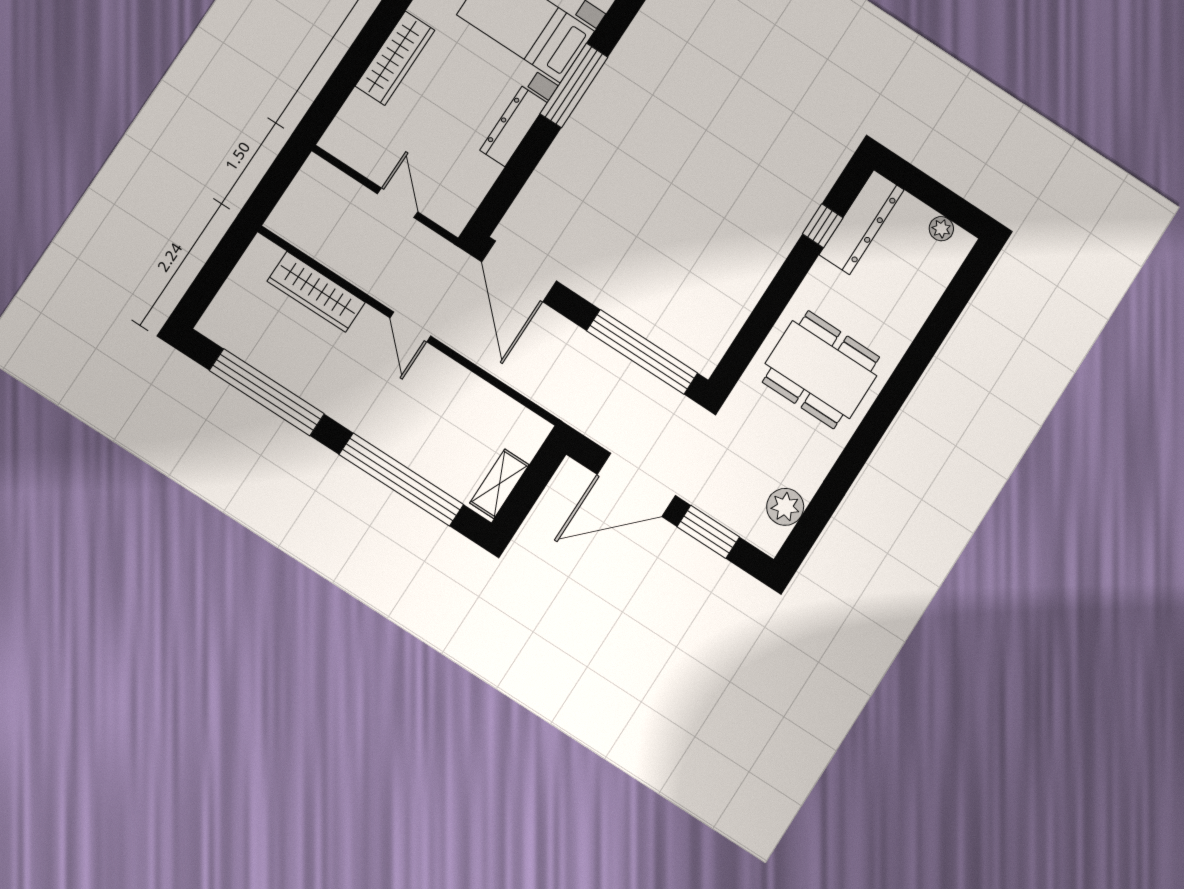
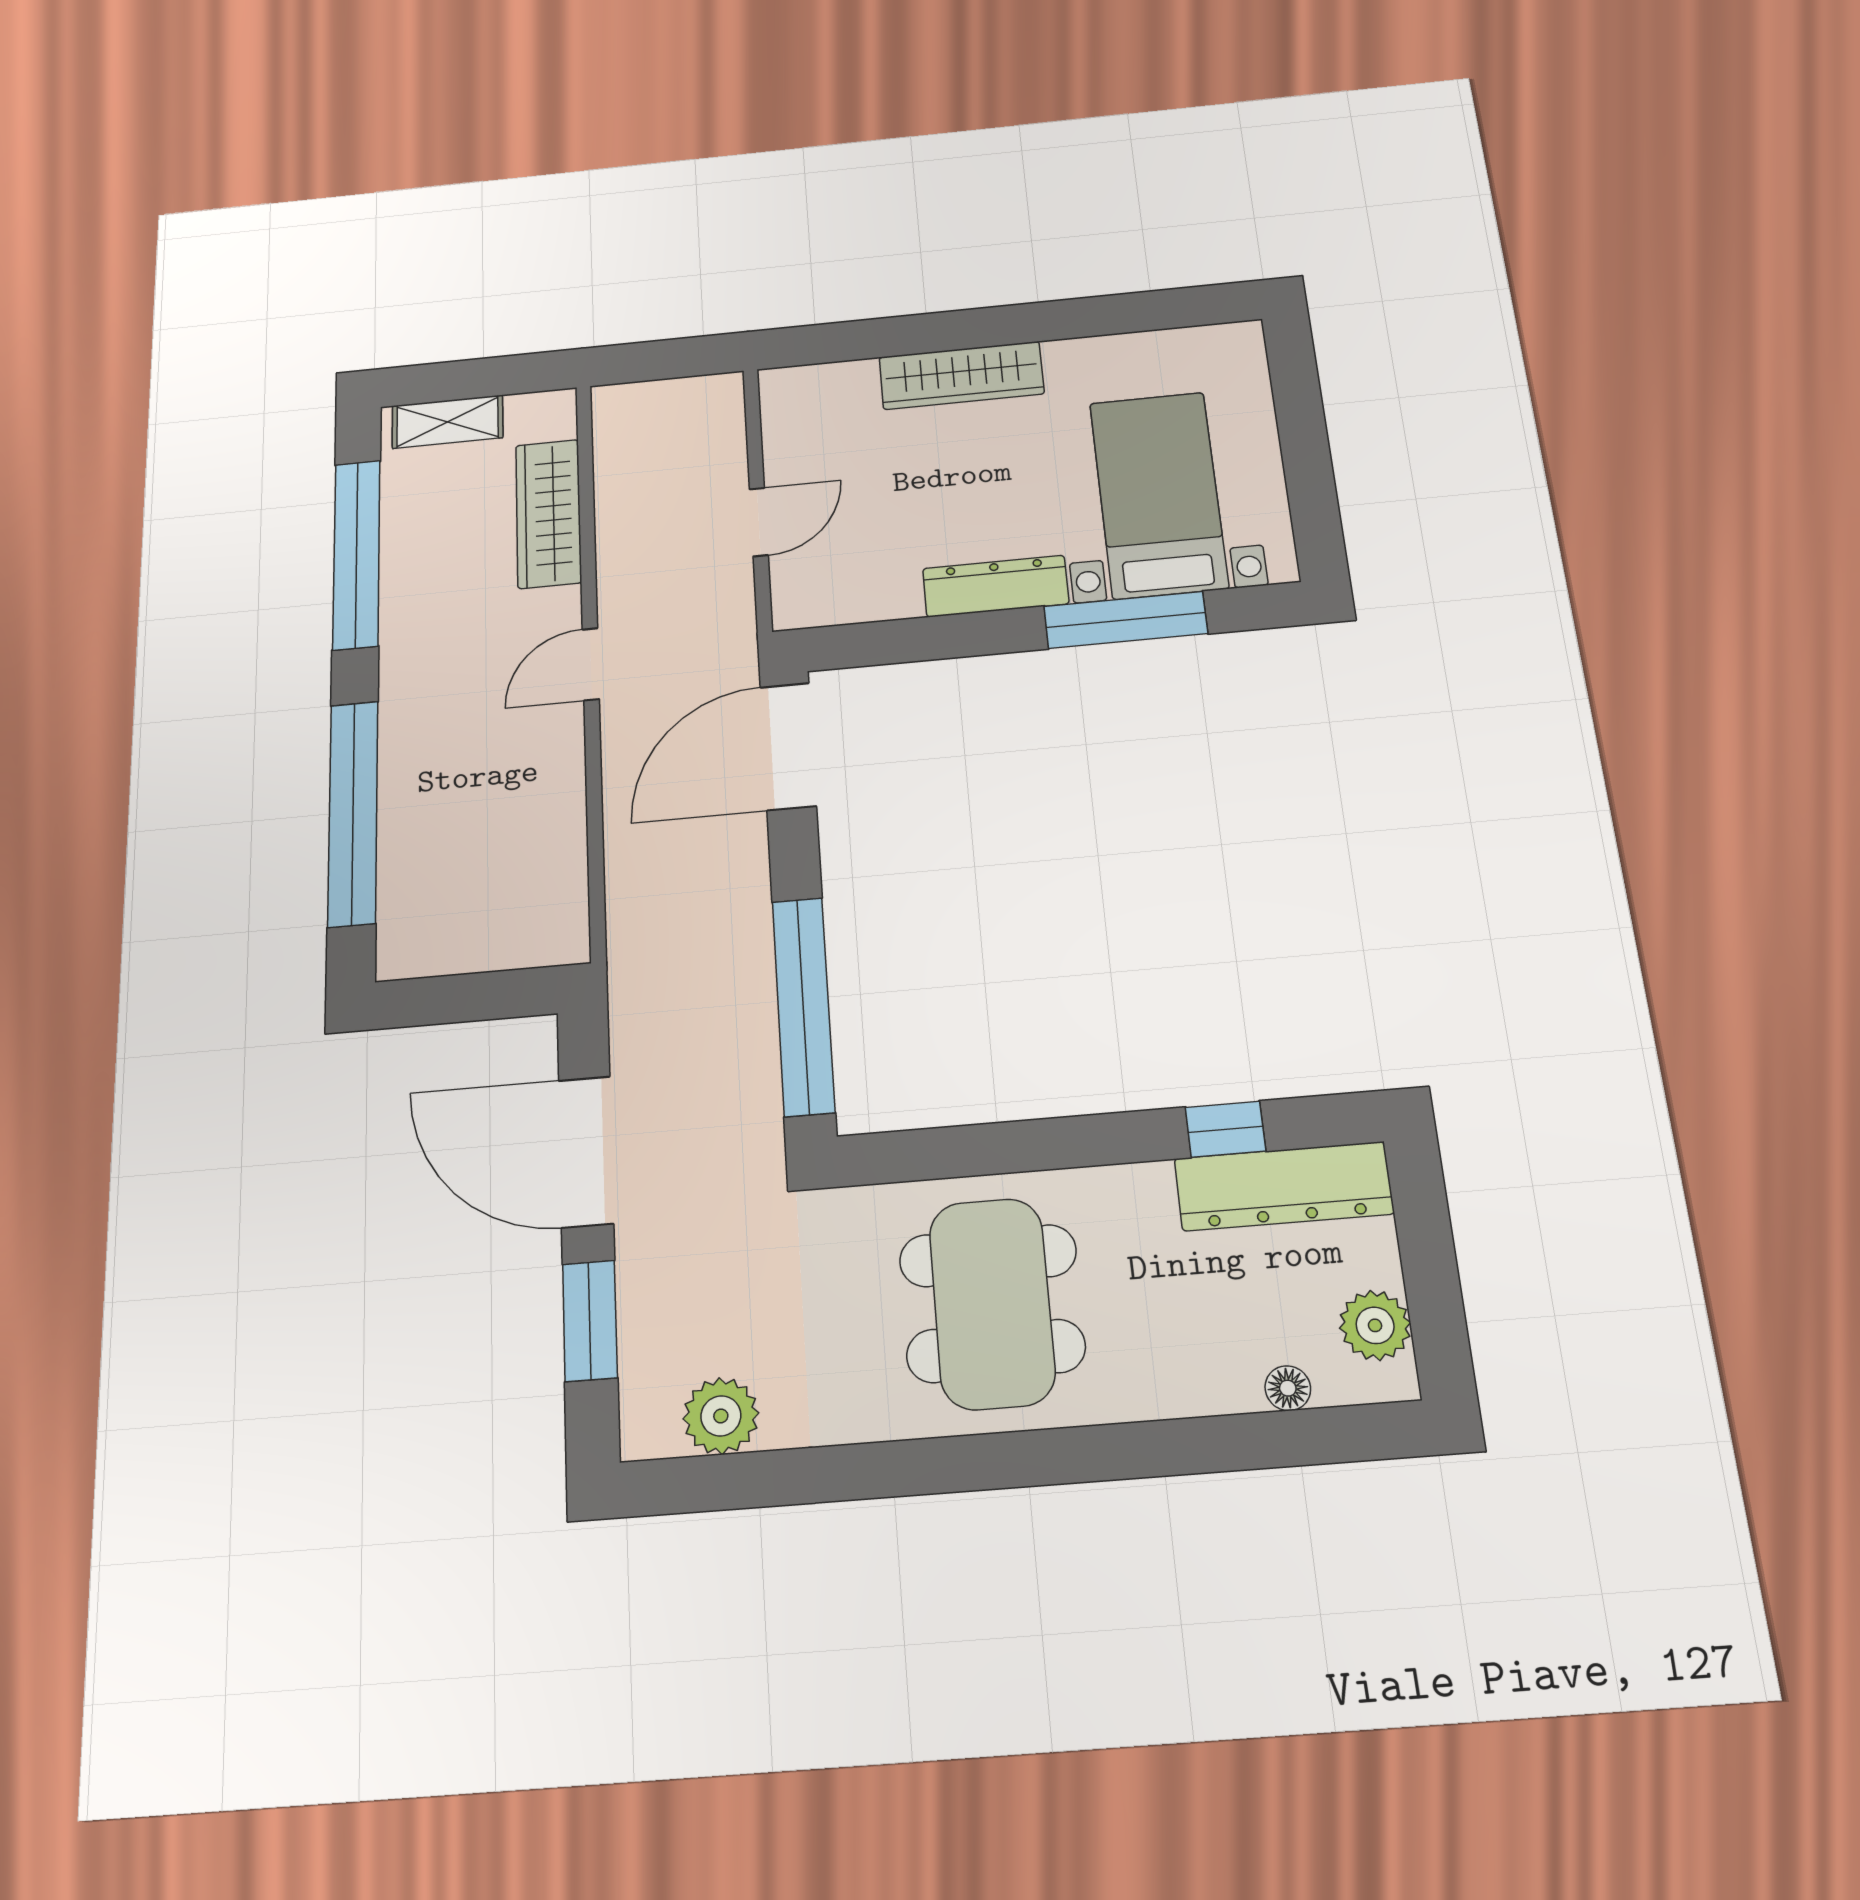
plant: (941, 229) -> (1375, 1325), width x1.38, depth x1.38
floor lamp: (937, 284) -> (1288, 1388), added
shelving: (499, 484) -> (448, 422), moved

